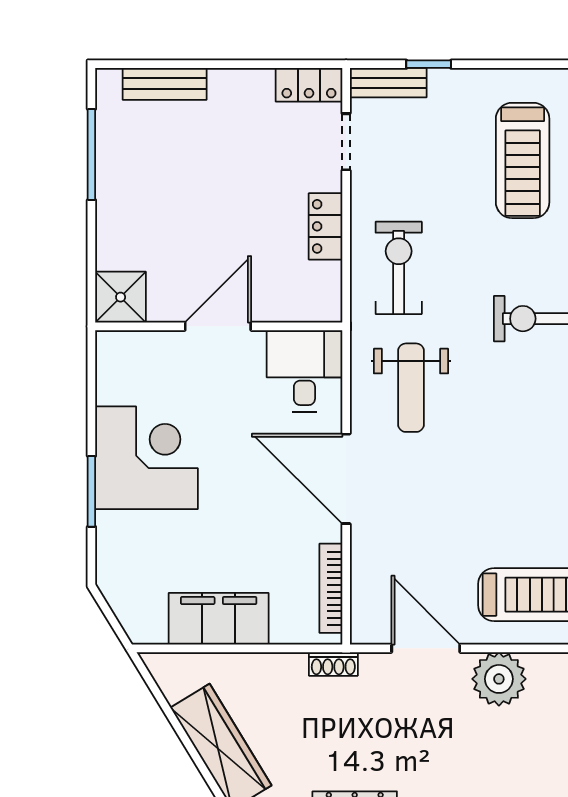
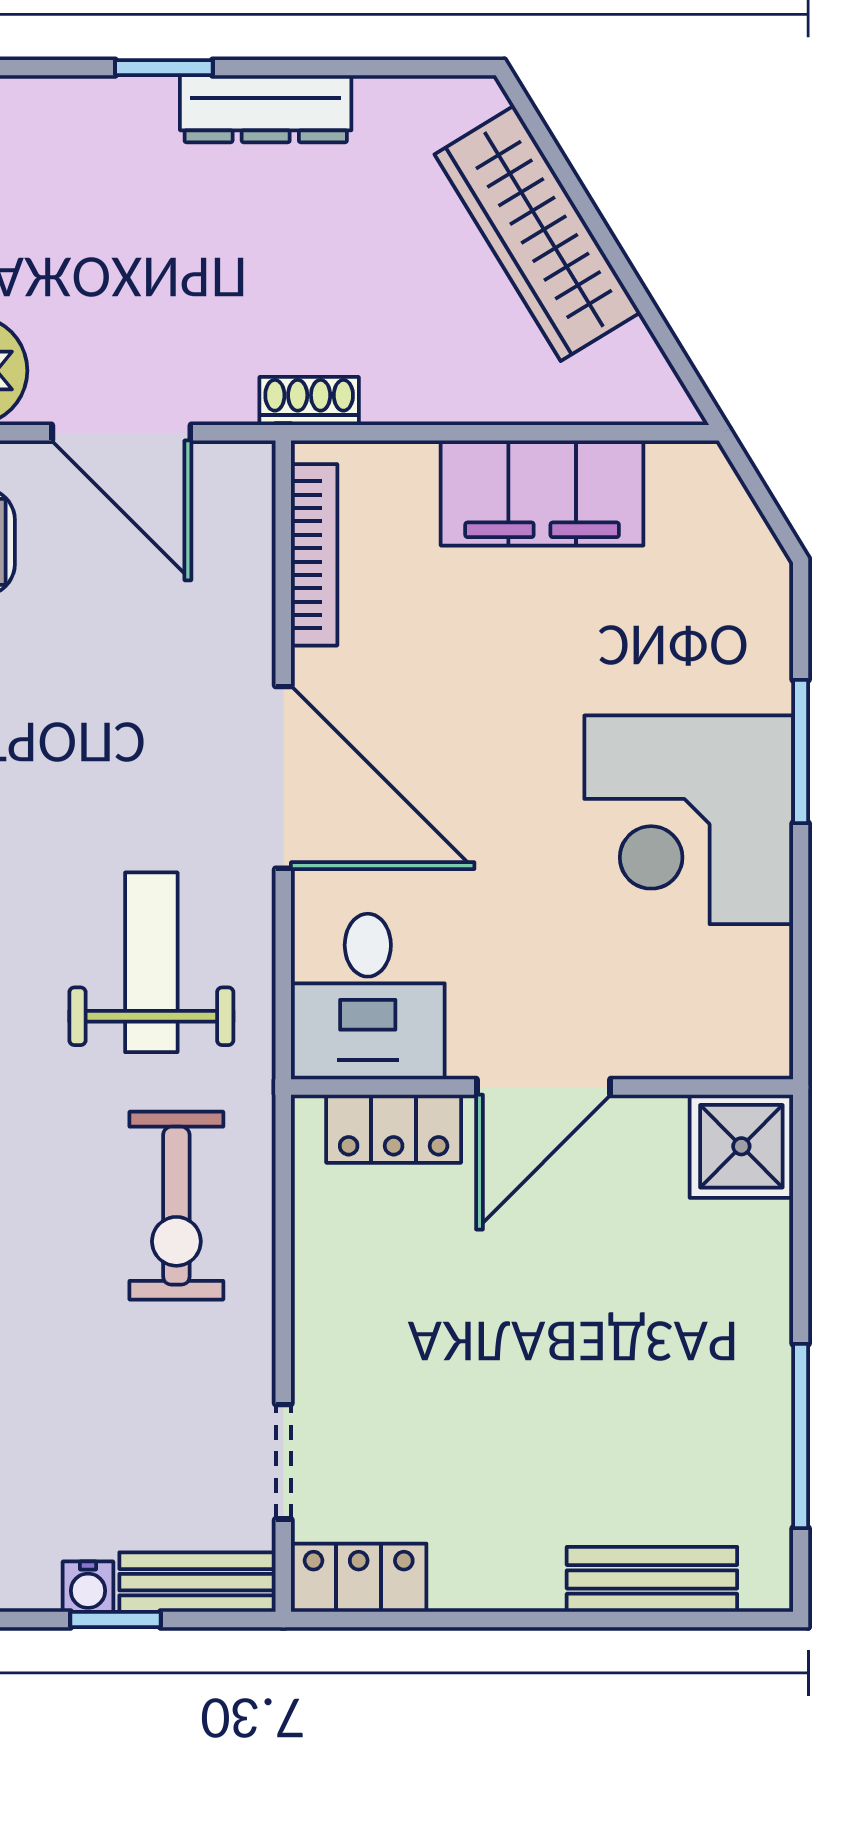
water cooler: (442, 80) -> (88, 1587), added
locker: (326, 226) -> (394, 1129), moved, turned 90

